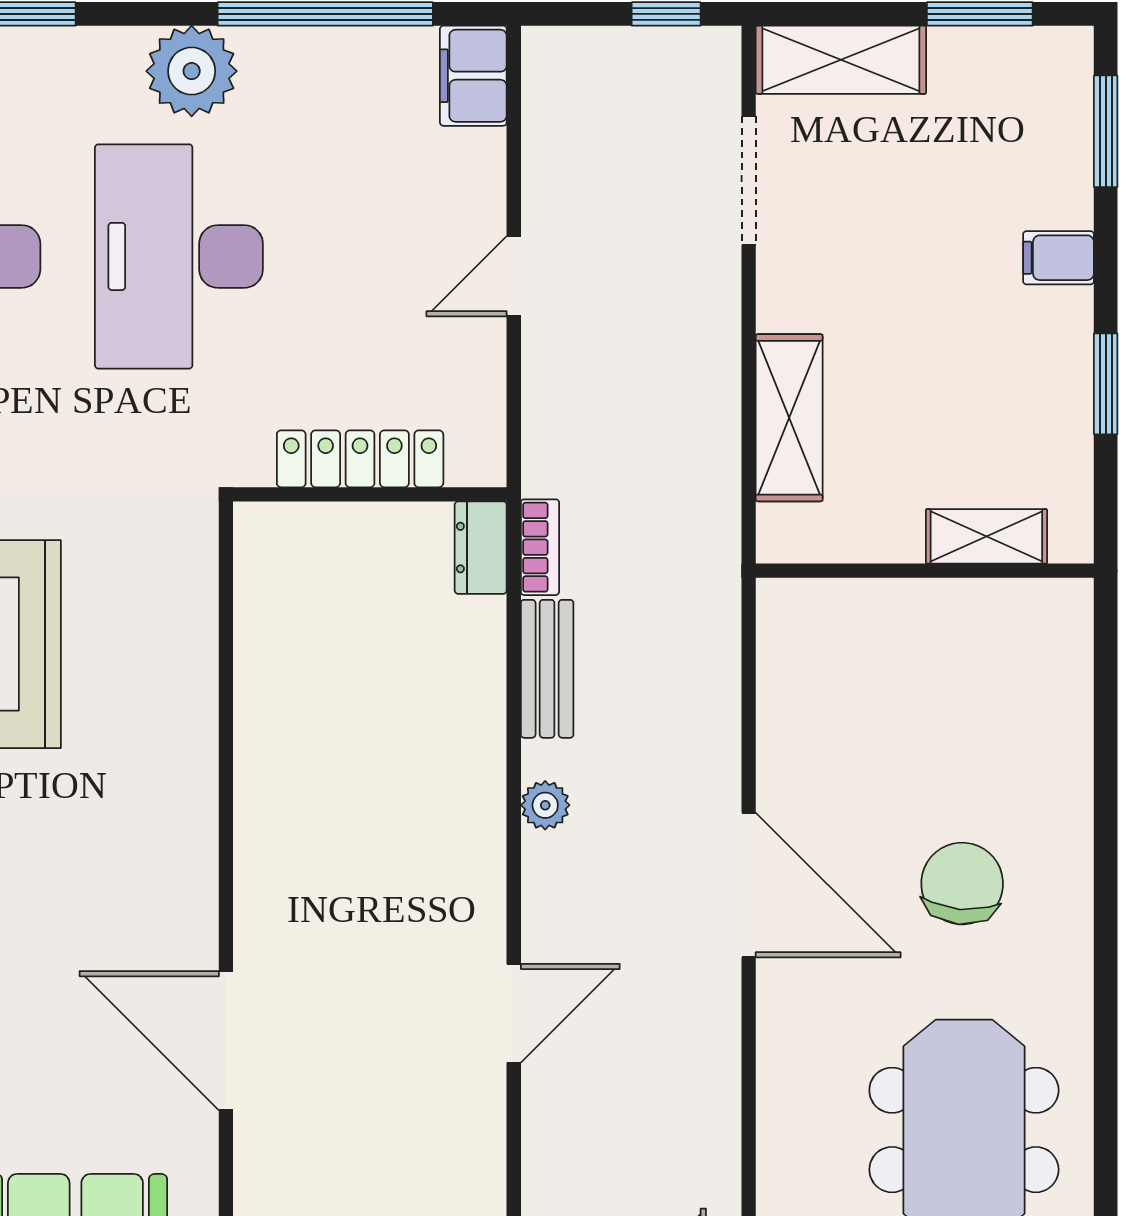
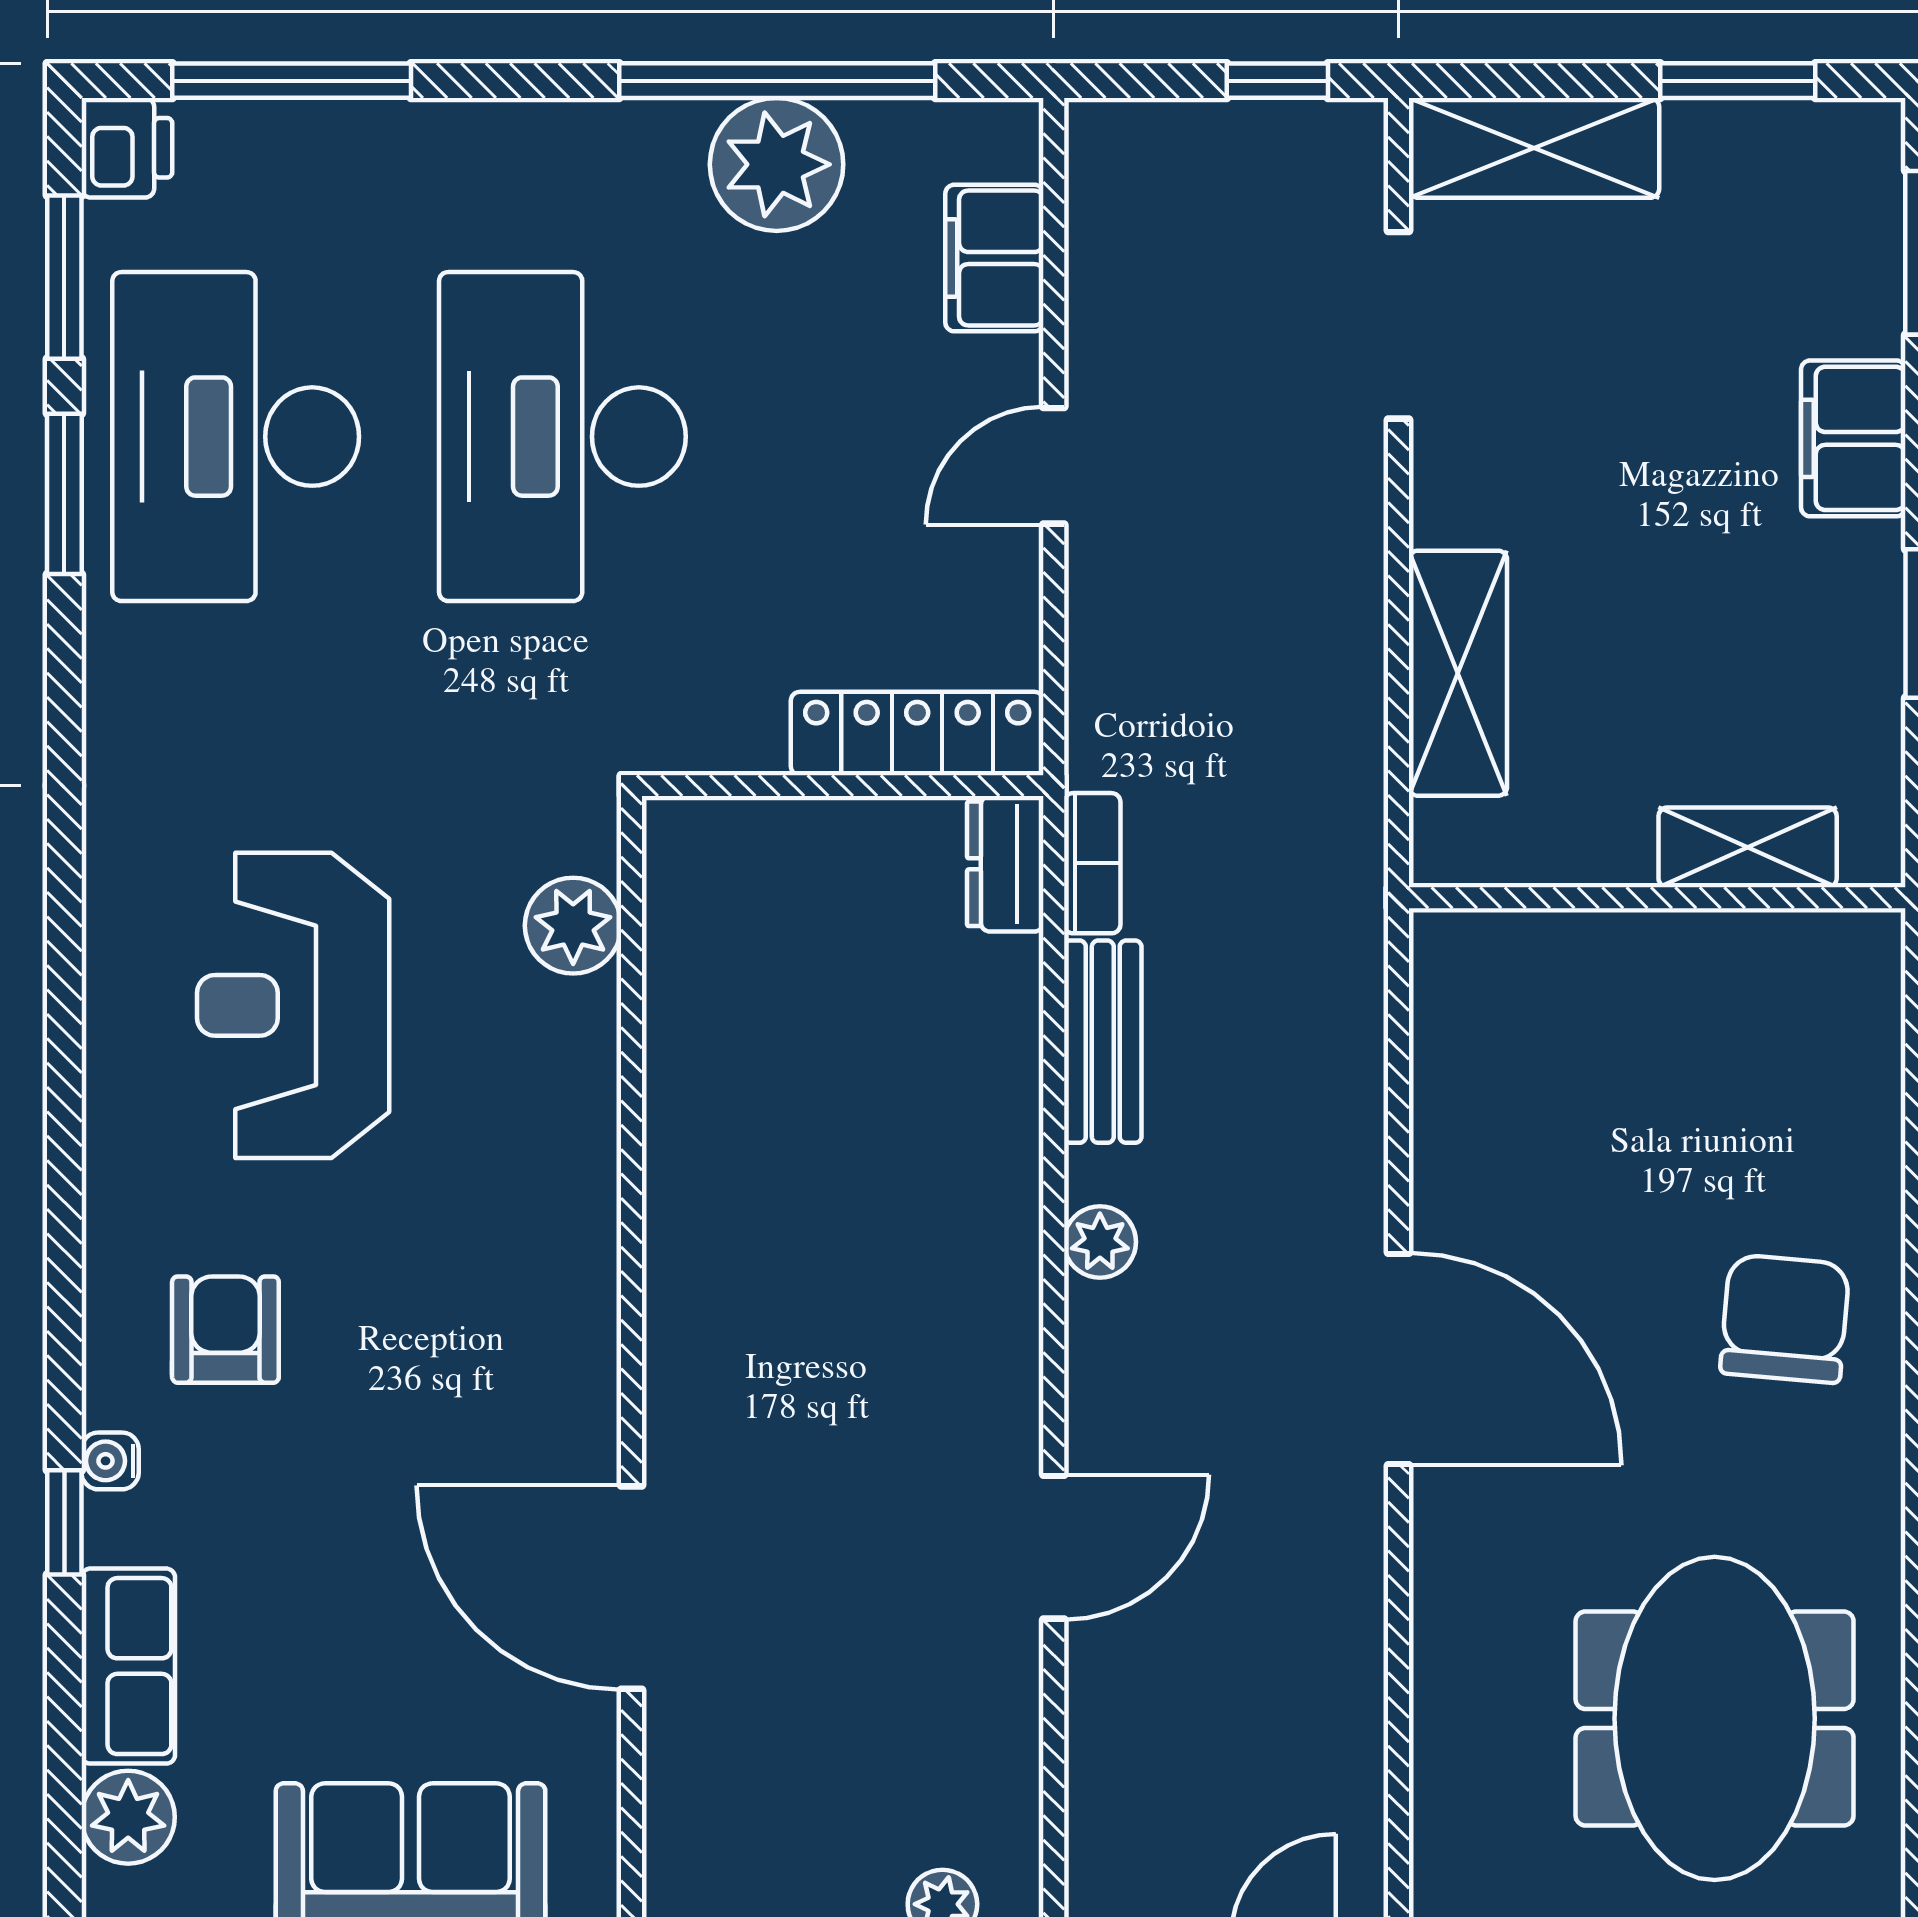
plant: (192, 71) -> (777, 164), moved
filing cabinet: (473, 76) -> (994, 258), moved
filing cabinet: (1058, 258) -> (1853, 438), width x2.00
locker: (360, 459) -> (917, 734), moved
plant: (186, 590) -> (573, 926), added
chair: (962, 884) -> (1785, 1319), moved

